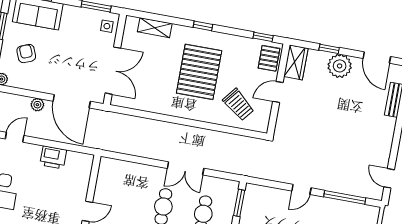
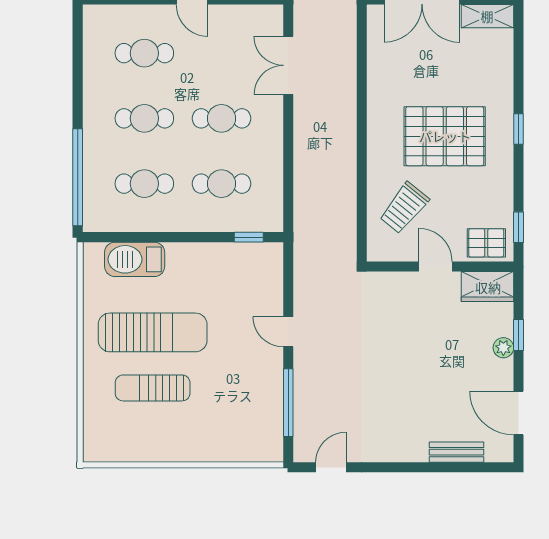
shelving: (155, 28) -> (487, 16), moved, turned 90
door: (377, 58) -> (518, 413), hinge flipped
plant: (340, 66) -> (503, 348), width x0.53, depth x0.53
double door: (186, 168) -> (288, 65), moved
window: (239, 203) -> (249, 237), width x0.67

